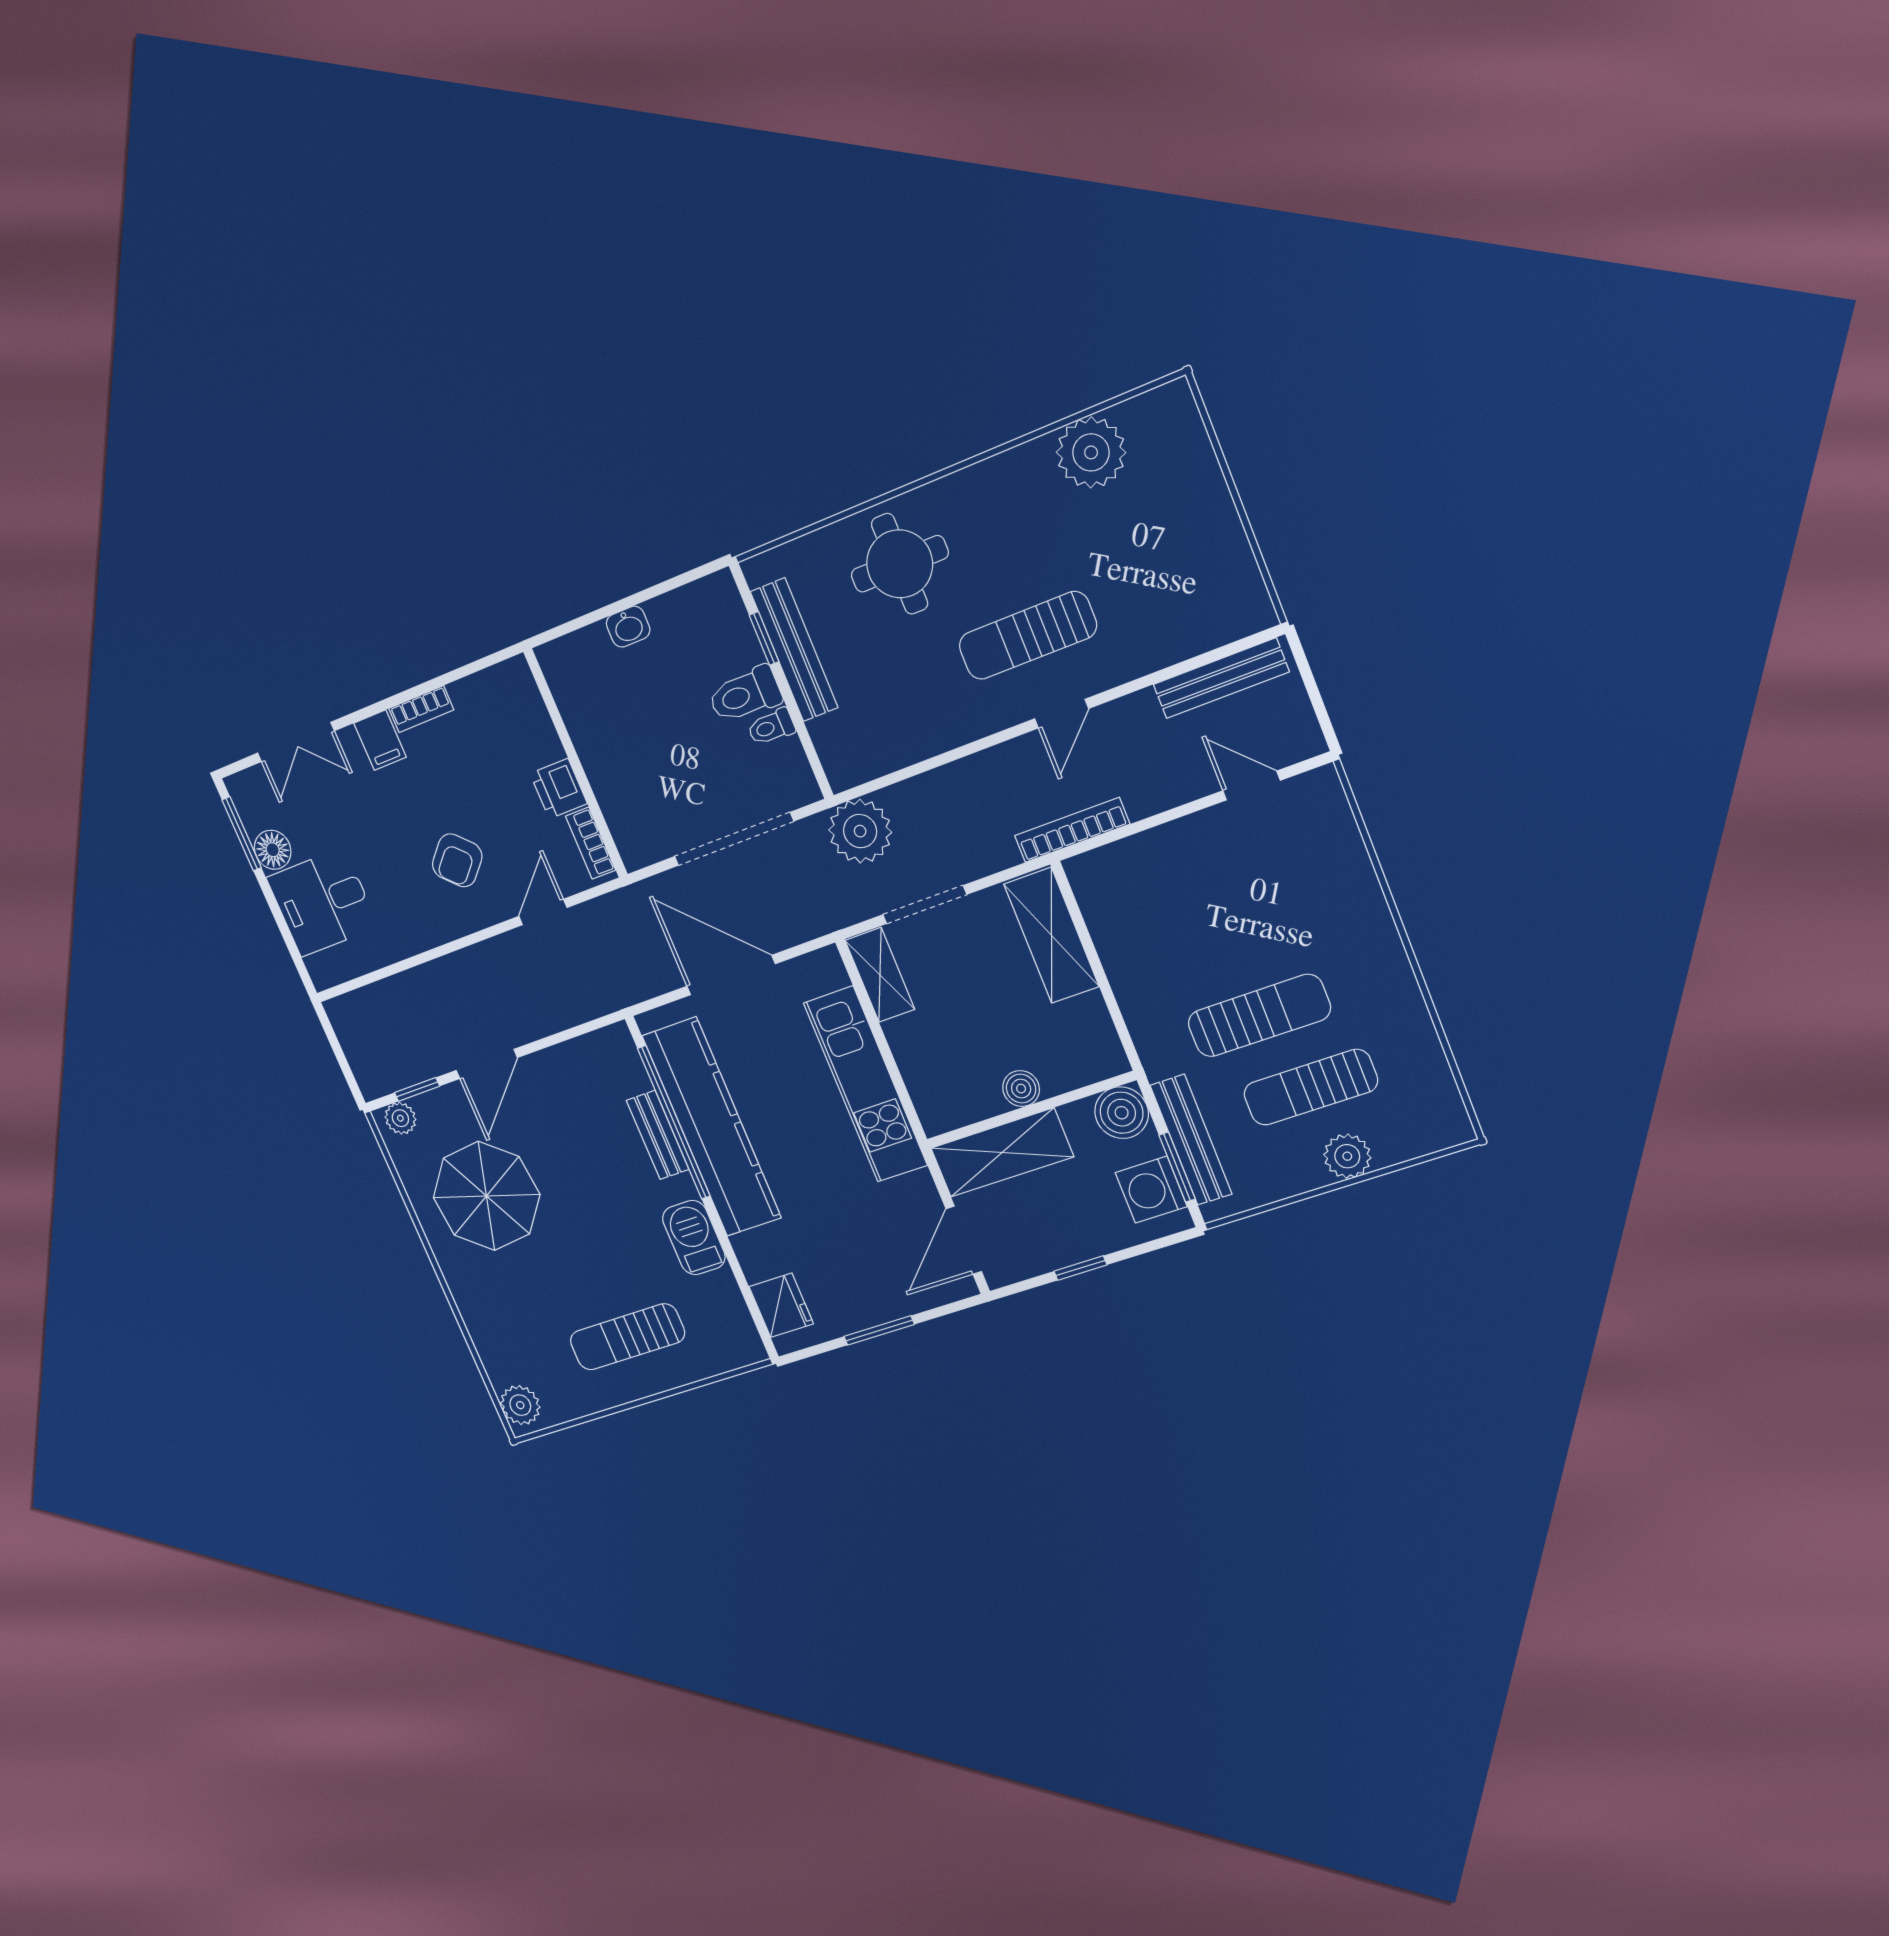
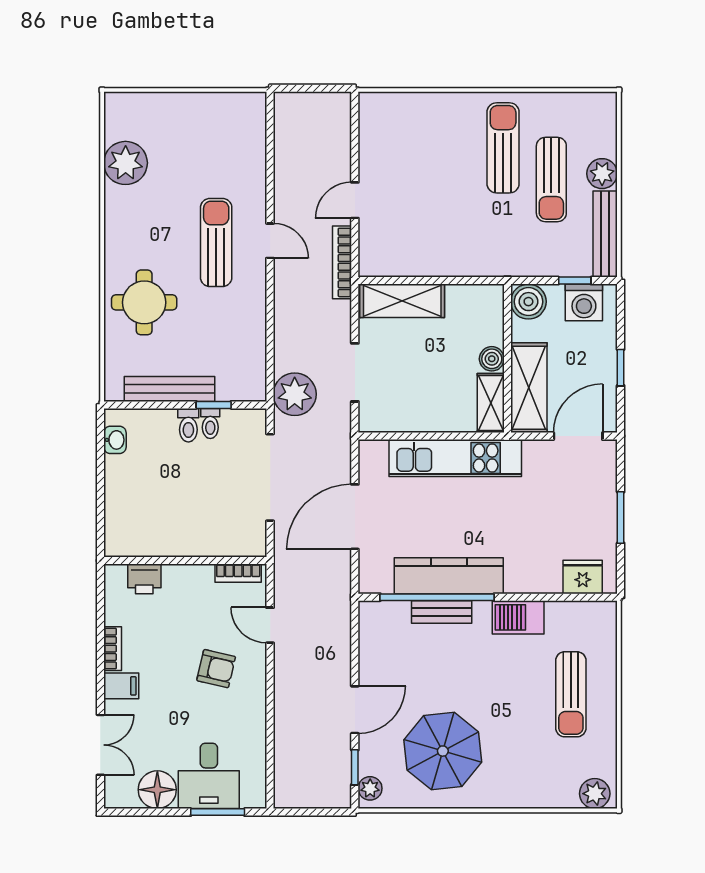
washbasin: (628, 627) -> (115, 440), moved
sun lounger: (1028, 636) -> (216, 243), turned 180
window: (764, 638) -> (214, 405), moved
bench: (1221, 678) -> (285, 138), removed
toilet: (745, 695) -> (188, 425), width x0.73, depth x0.72
door: (1251, 786) -> (355, 200), moved
printer: (559, 789) -> (144, 579), moved
window: (242, 834) -> (218, 812), moved
floor lamp: (273, 850) -> (157, 790), width x1.38, depth x1.38
armchair: (457, 860) -> (216, 669), turned -31
shelving: (880, 975) -> (491, 403), moved, turned 90
sun lounger: (1259, 1016) -> (503, 148), moved
door: (487, 1064) -> (355, 710), hinge flipped
kitchen counter: (712, 1127) -> (449, 576), width x0.72, depth x0.86
bench: (1191, 1140) -> (605, 234), moved, turned 90
window: (1177, 1167) -> (575, 281), width x0.67
door: (964, 1240) -> (578, 436), swing flipped

